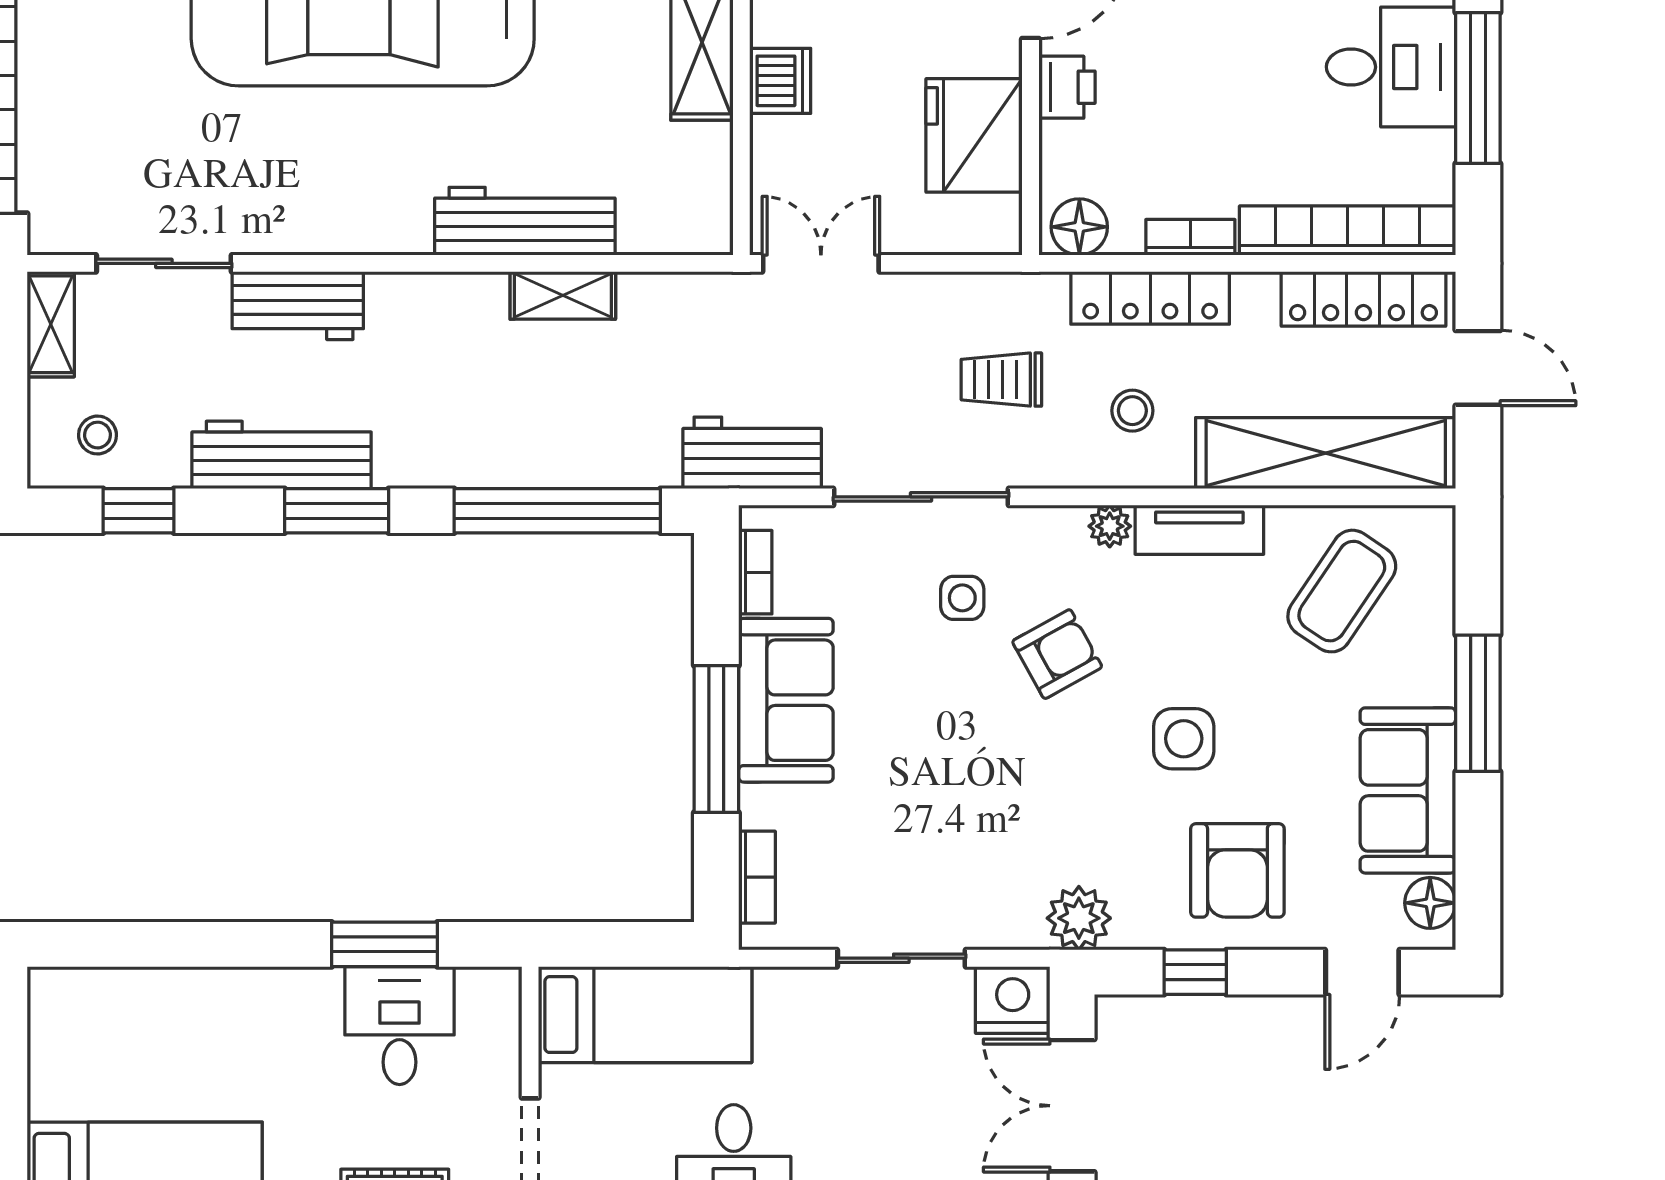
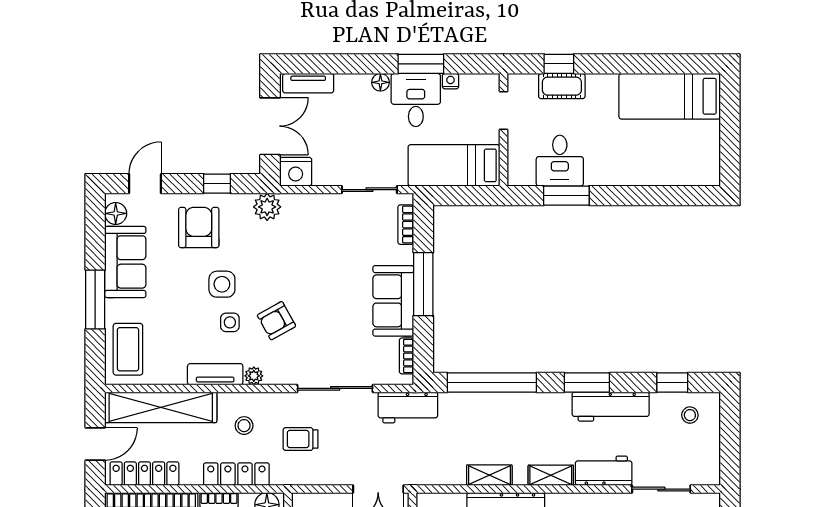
shelving: (51, 324) -> (551, 475), moved, turned 90
door: (1478, 368) -> (95, 444), swing flipped
trolley: (1001, 380) -> (300, 439), turned 180
coffee table: (1342, 591) -> (128, 349), moved, turned -34
side table: (962, 598) -> (230, 322), moved
sliding door: (901, 958) -> (369, 190), moved

